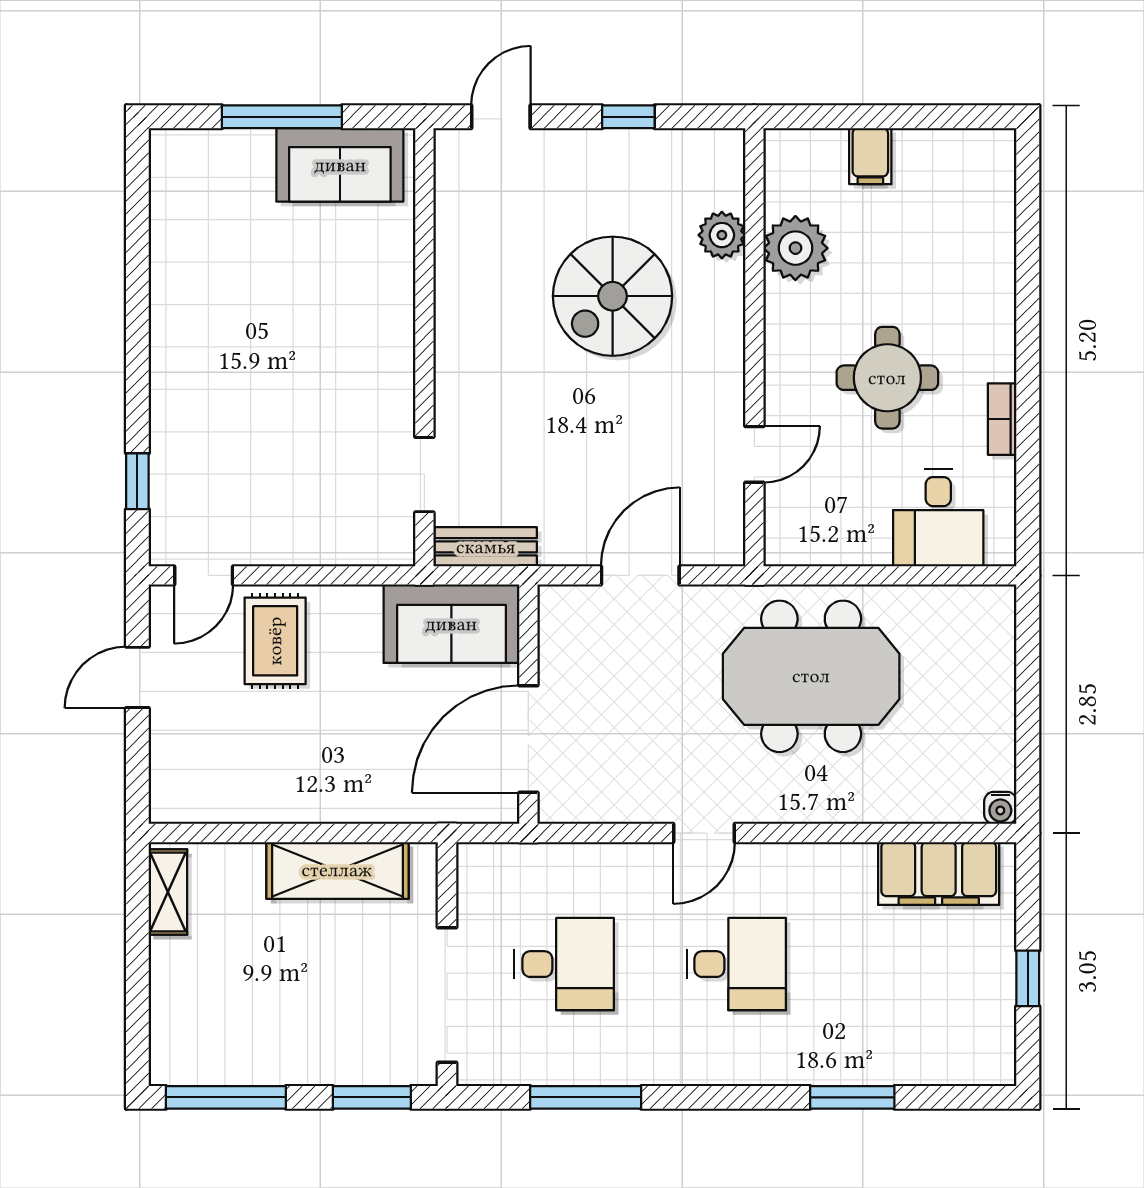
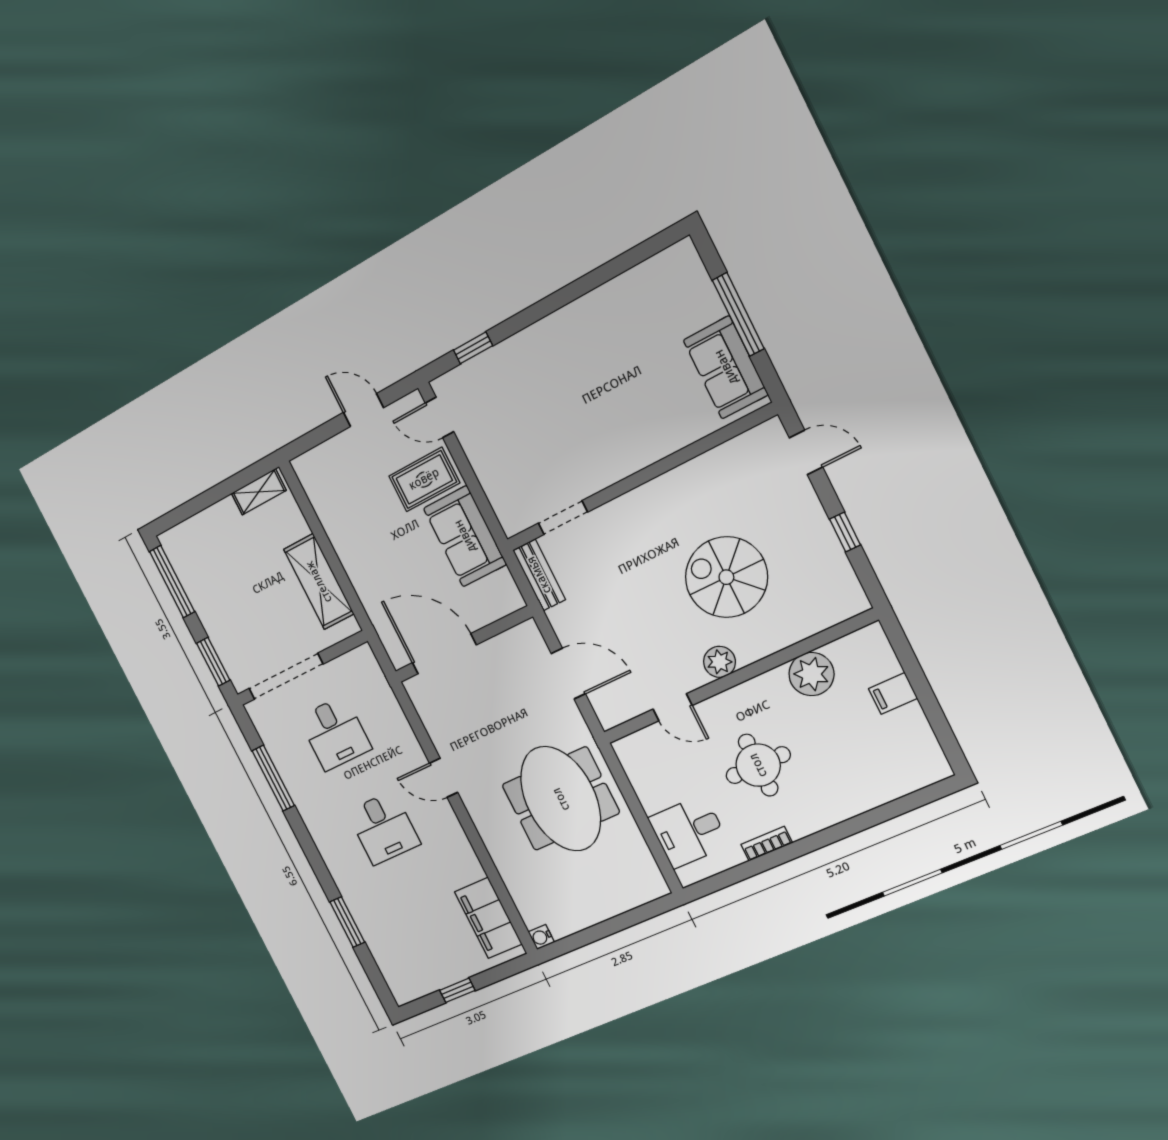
plant: (722, 235) -> (719, 662), moved
sofa: (451, 624) -> (465, 536), moved

